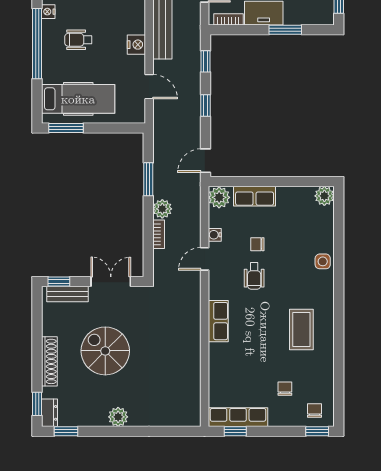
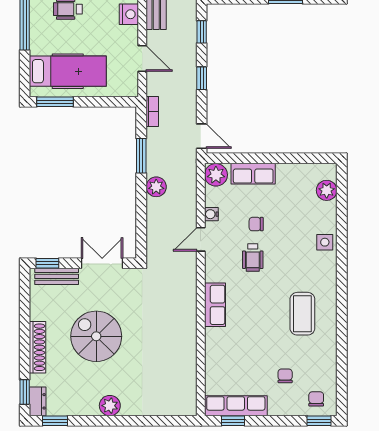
door: (206, 161) -> (202, 136), swing flipped
plant: (324, 196) -> (327, 190), moved
bookcase: (159, 234) -> (152, 112), moved

